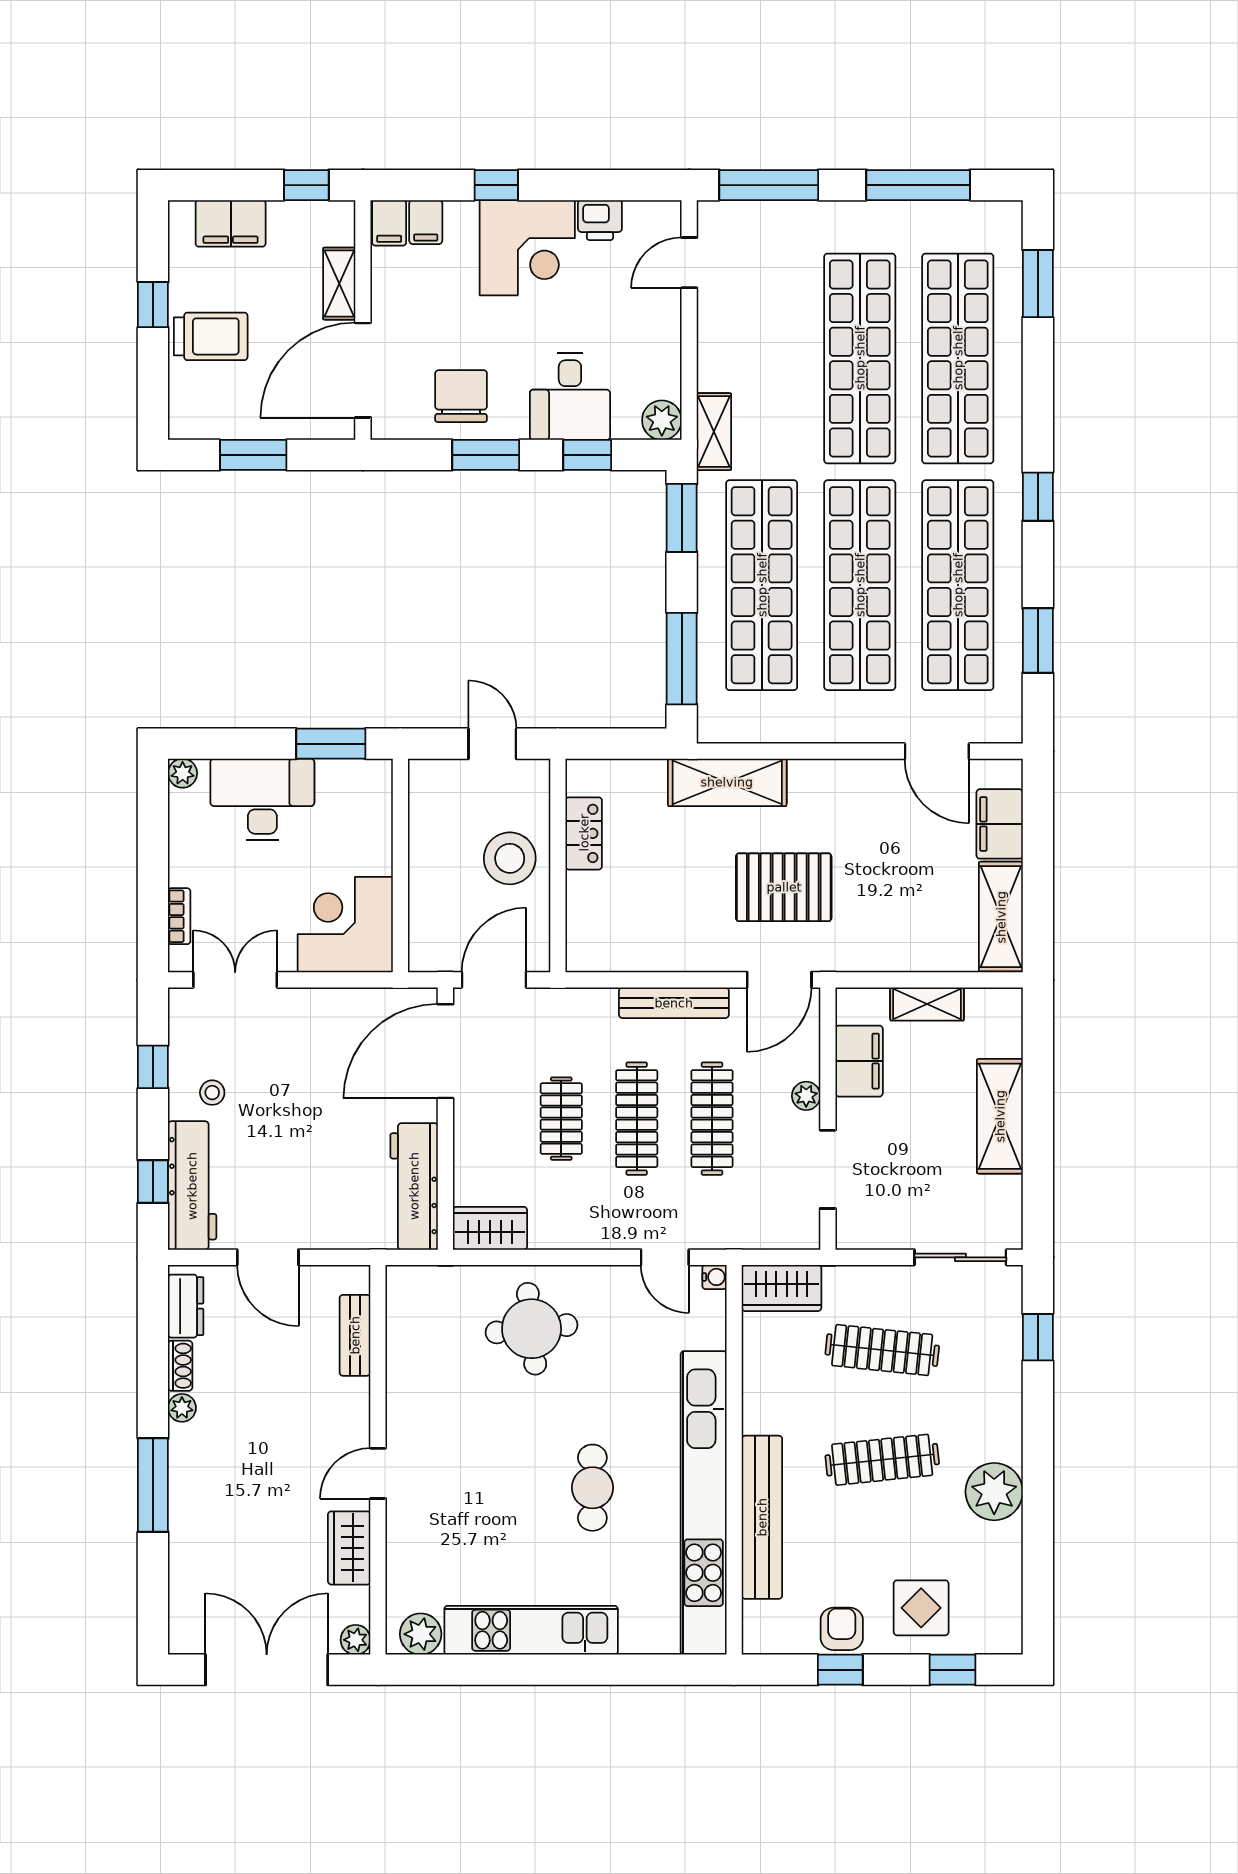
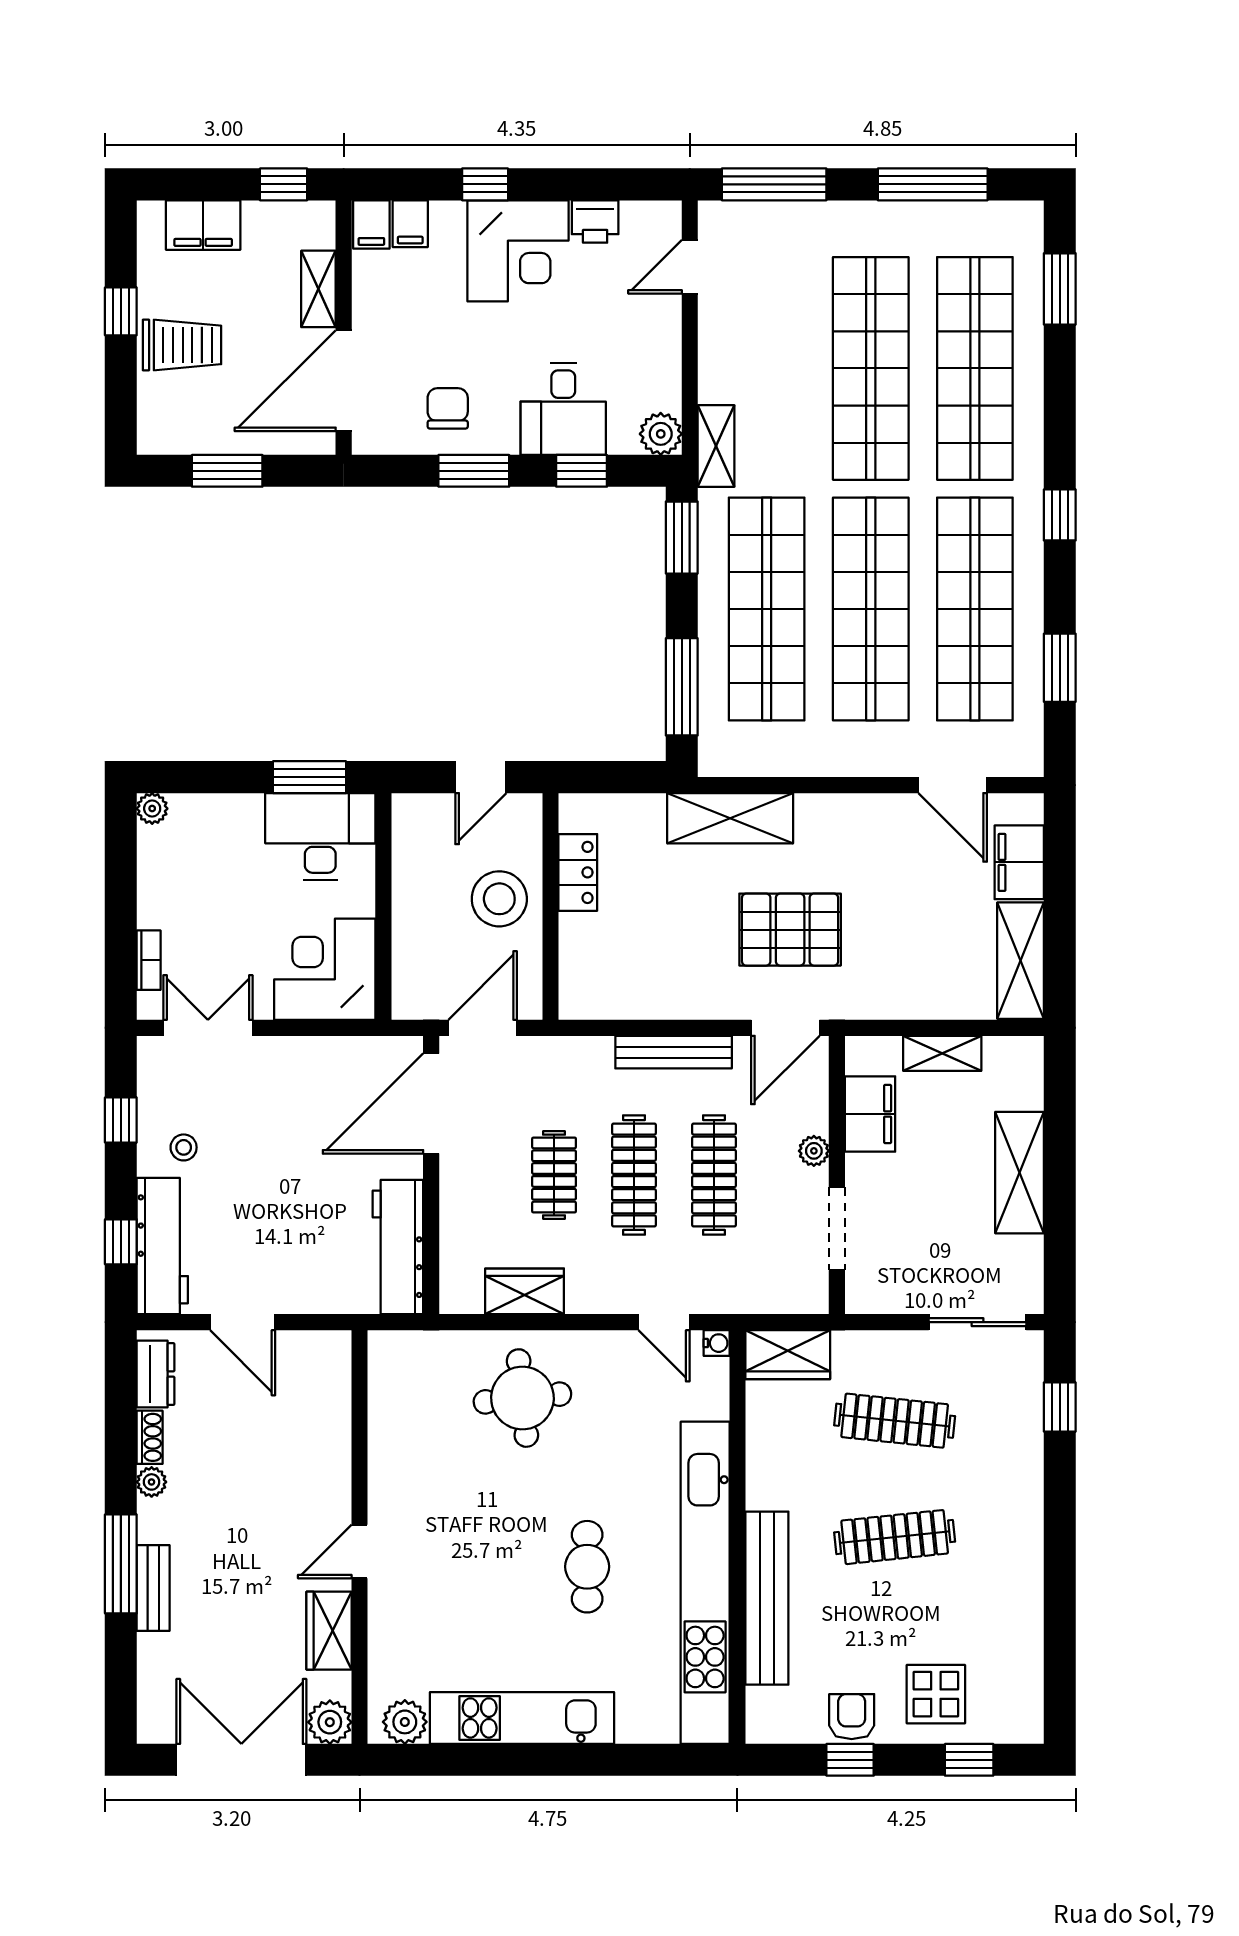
chair: (461, 396) -> (448, 408), width x0.73, depth x0.73
door: (492, 744) -> (481, 777), swing flipped
desk: (262, 799) -> (320, 836), moved
wardrobe: (490, 1228) -> (525, 1291), moved
bench: (355, 1335) -> (153, 1588), moved
plant: (994, 1492) -> (1013, 1571), removed
plant: (356, 1640) -> (330, 1722), width x1.38, depth x1.38

